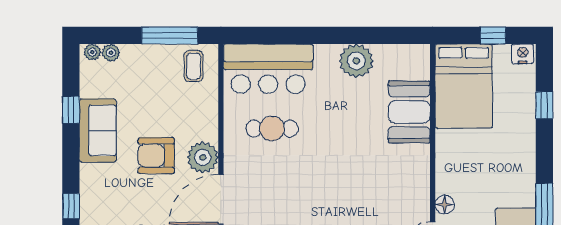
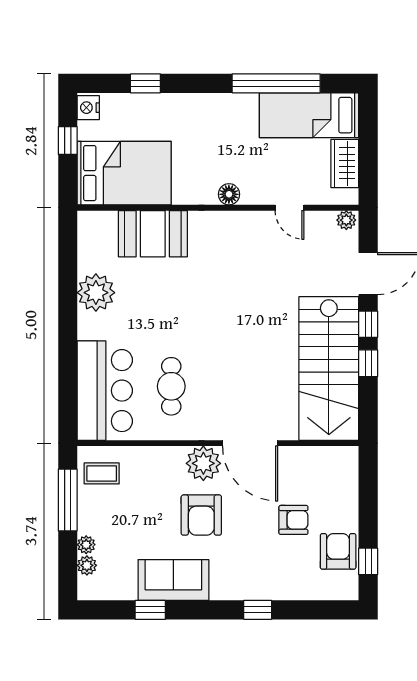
plant: (92, 52) -> (86, 545), moved
floor lamp: (445, 205) -> (229, 194), moved

